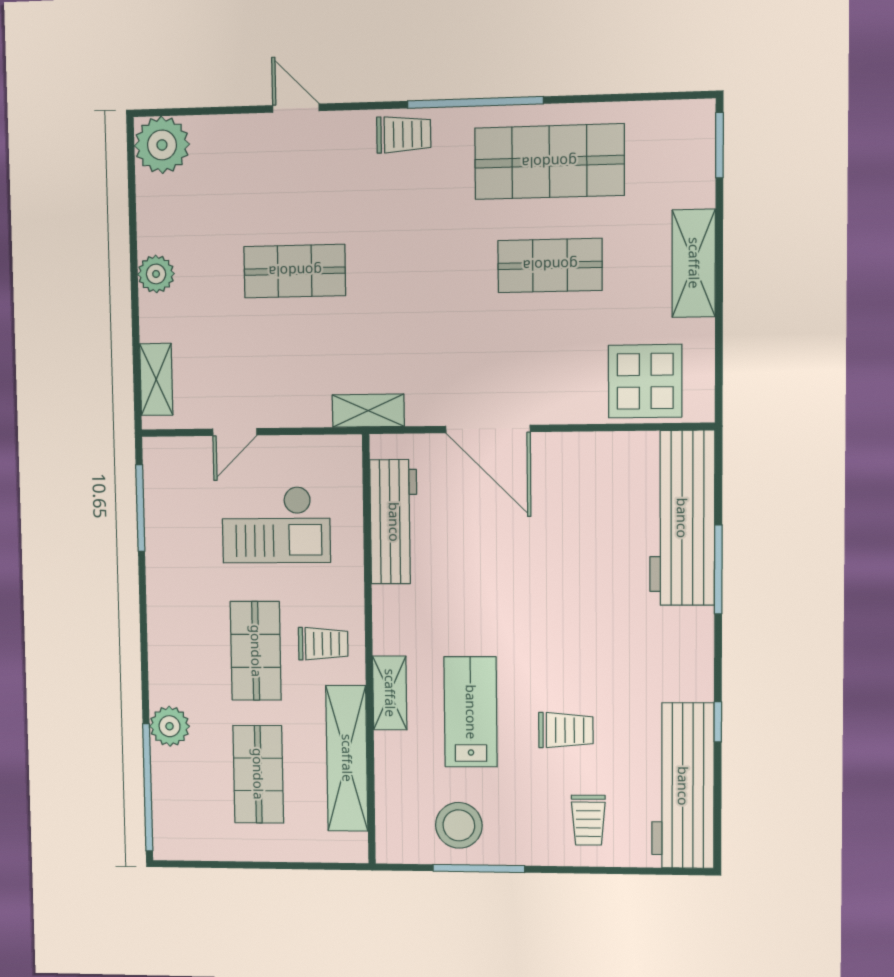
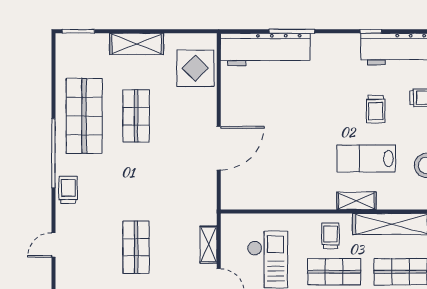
shelving: (368, 411) -> (208, 244), moved
workbench: (394, 522) -> (266, 198), removed
trolley: (566, 730) -> (376, 109), turned 180

